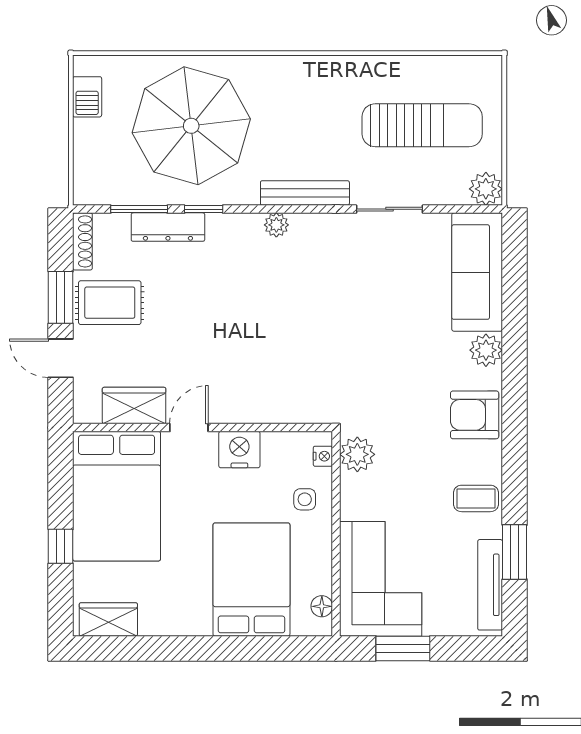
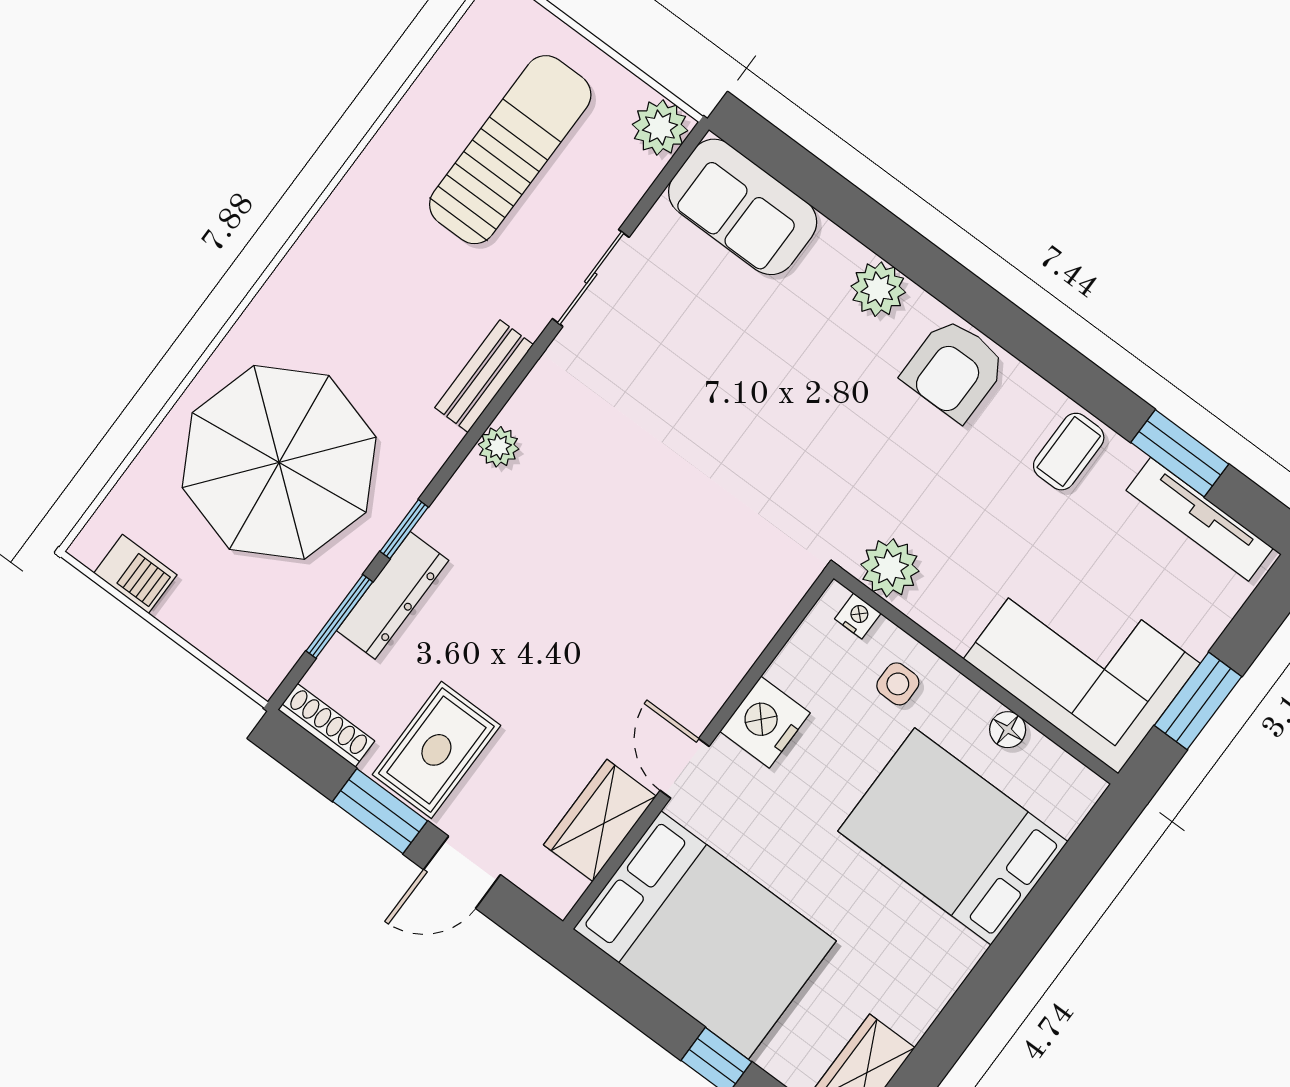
bench: (305, 193) -> (484, 376), width x0.73
sofa: (477, 272) -> (743, 207), width x0.73
floor lamp: (322, 606) -> (1008, 730), moved

